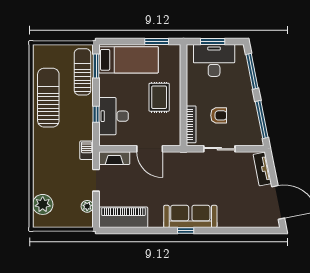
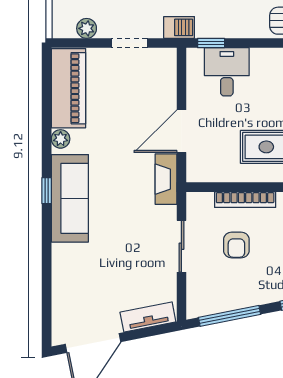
window: (96, 114) -> (211, 43), moved
desk: (114, 116) -> (227, 72), width x0.73
bookcase: (191, 124) -> (245, 200), moved
fireplace: (114, 158) -> (166, 179), moved
plant: (154, 222) -> (61, 139), added

